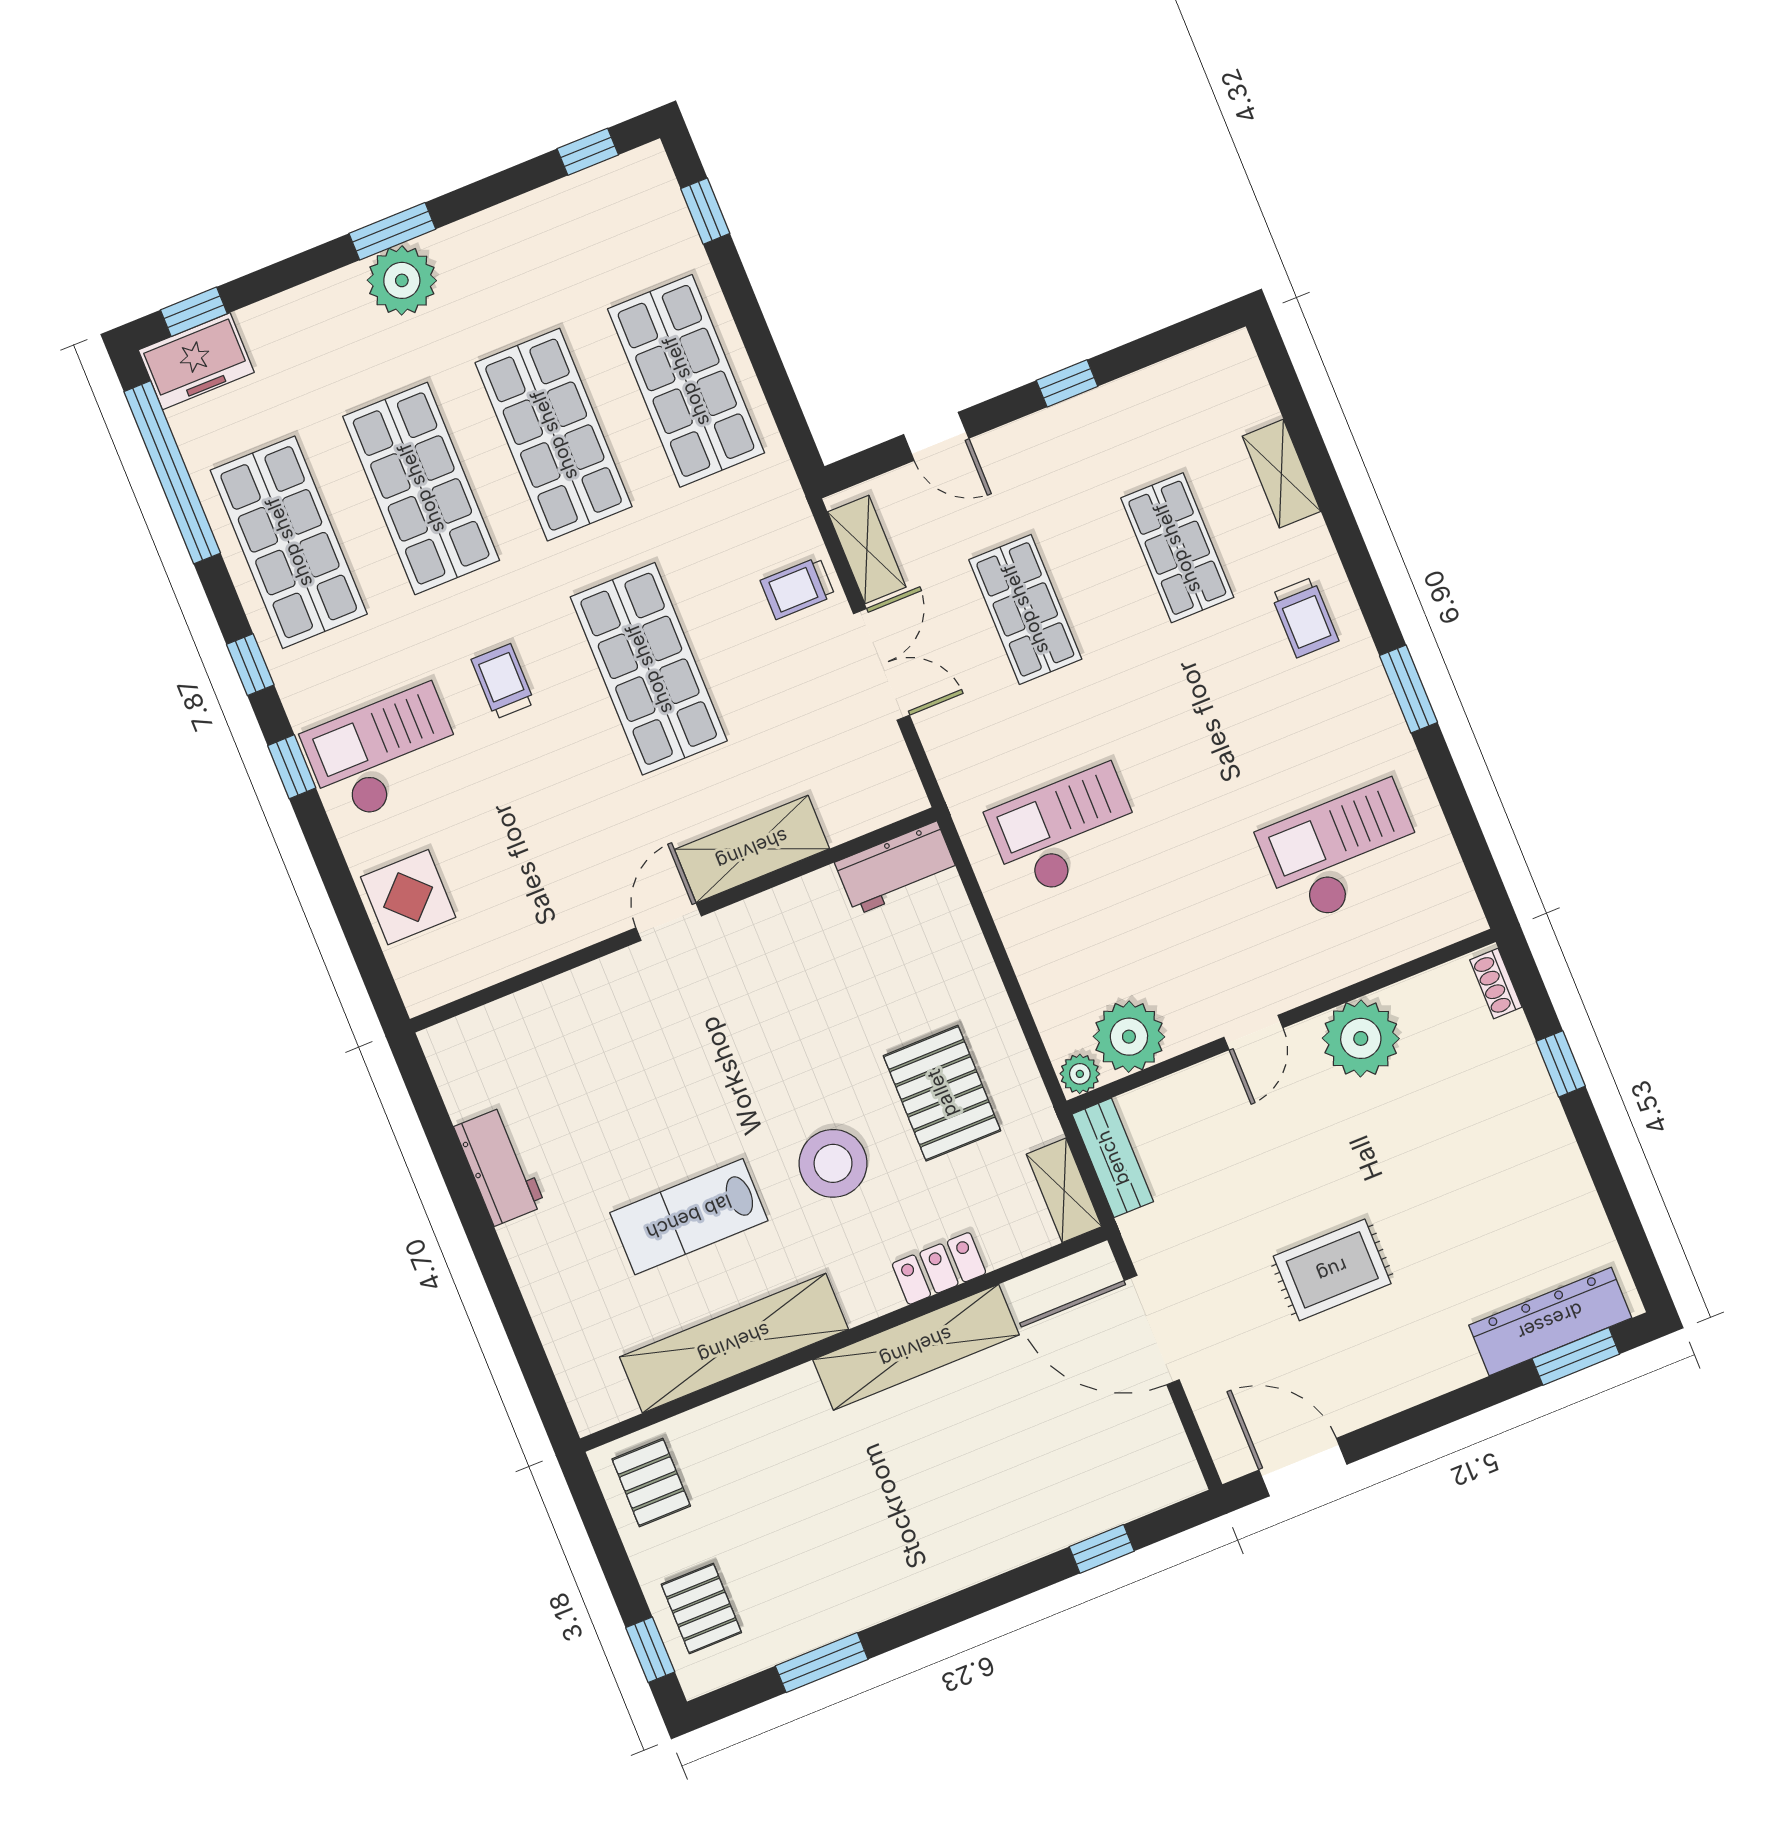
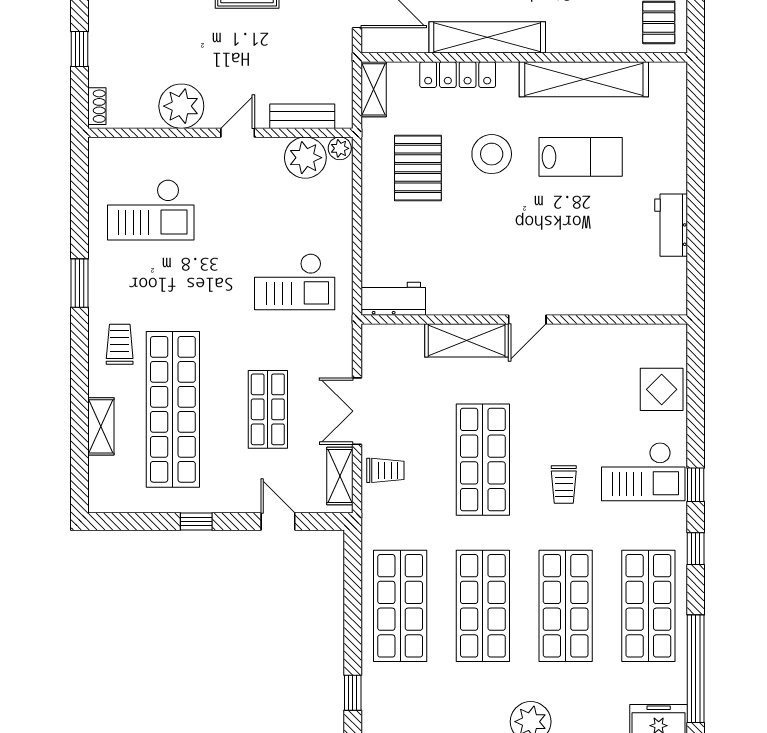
shop shelf: (1177, 548) -> (173, 409), width x2.00, depth x1.36
bench: (1113, 1158) -> (302, 116), moved, turned 90
locker: (939, 1268) -> (458, 75), width x1.53

